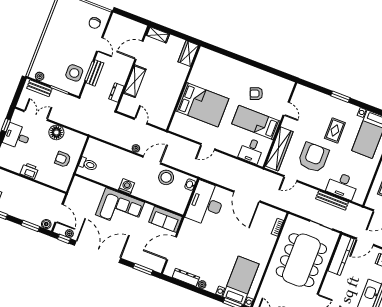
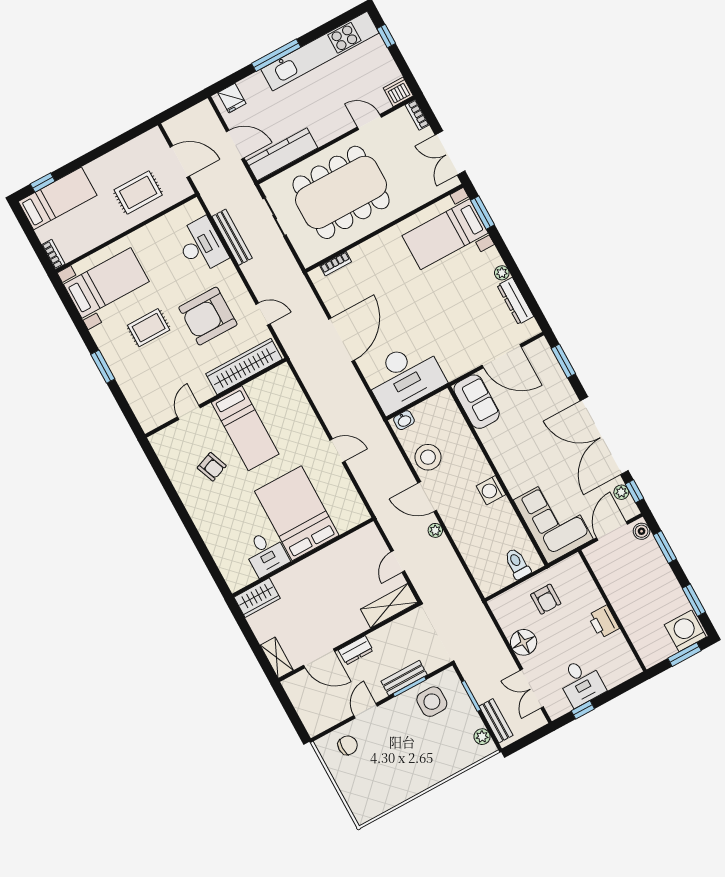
shelving: (135, 81) -> (389, 606), moved
dresser: (116, 92) -> (356, 650), moved
desk: (251, 151) -> (266, 553), moved, turned 90
corner sofa: (120, 209) -> (553, 519), moved

